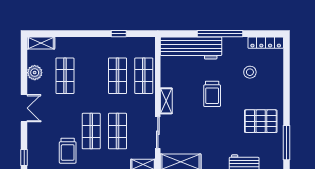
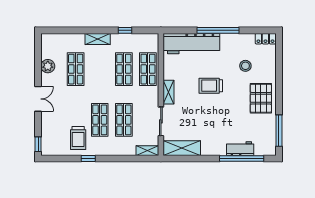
shelving: (41, 43) -> (98, 39), moved
locker: (266, 43) -> (265, 39), width x0.66
trolley: (212, 94) -> (211, 86), turned 90
pallet: (261, 121) -> (261, 98), moved, turned 90

